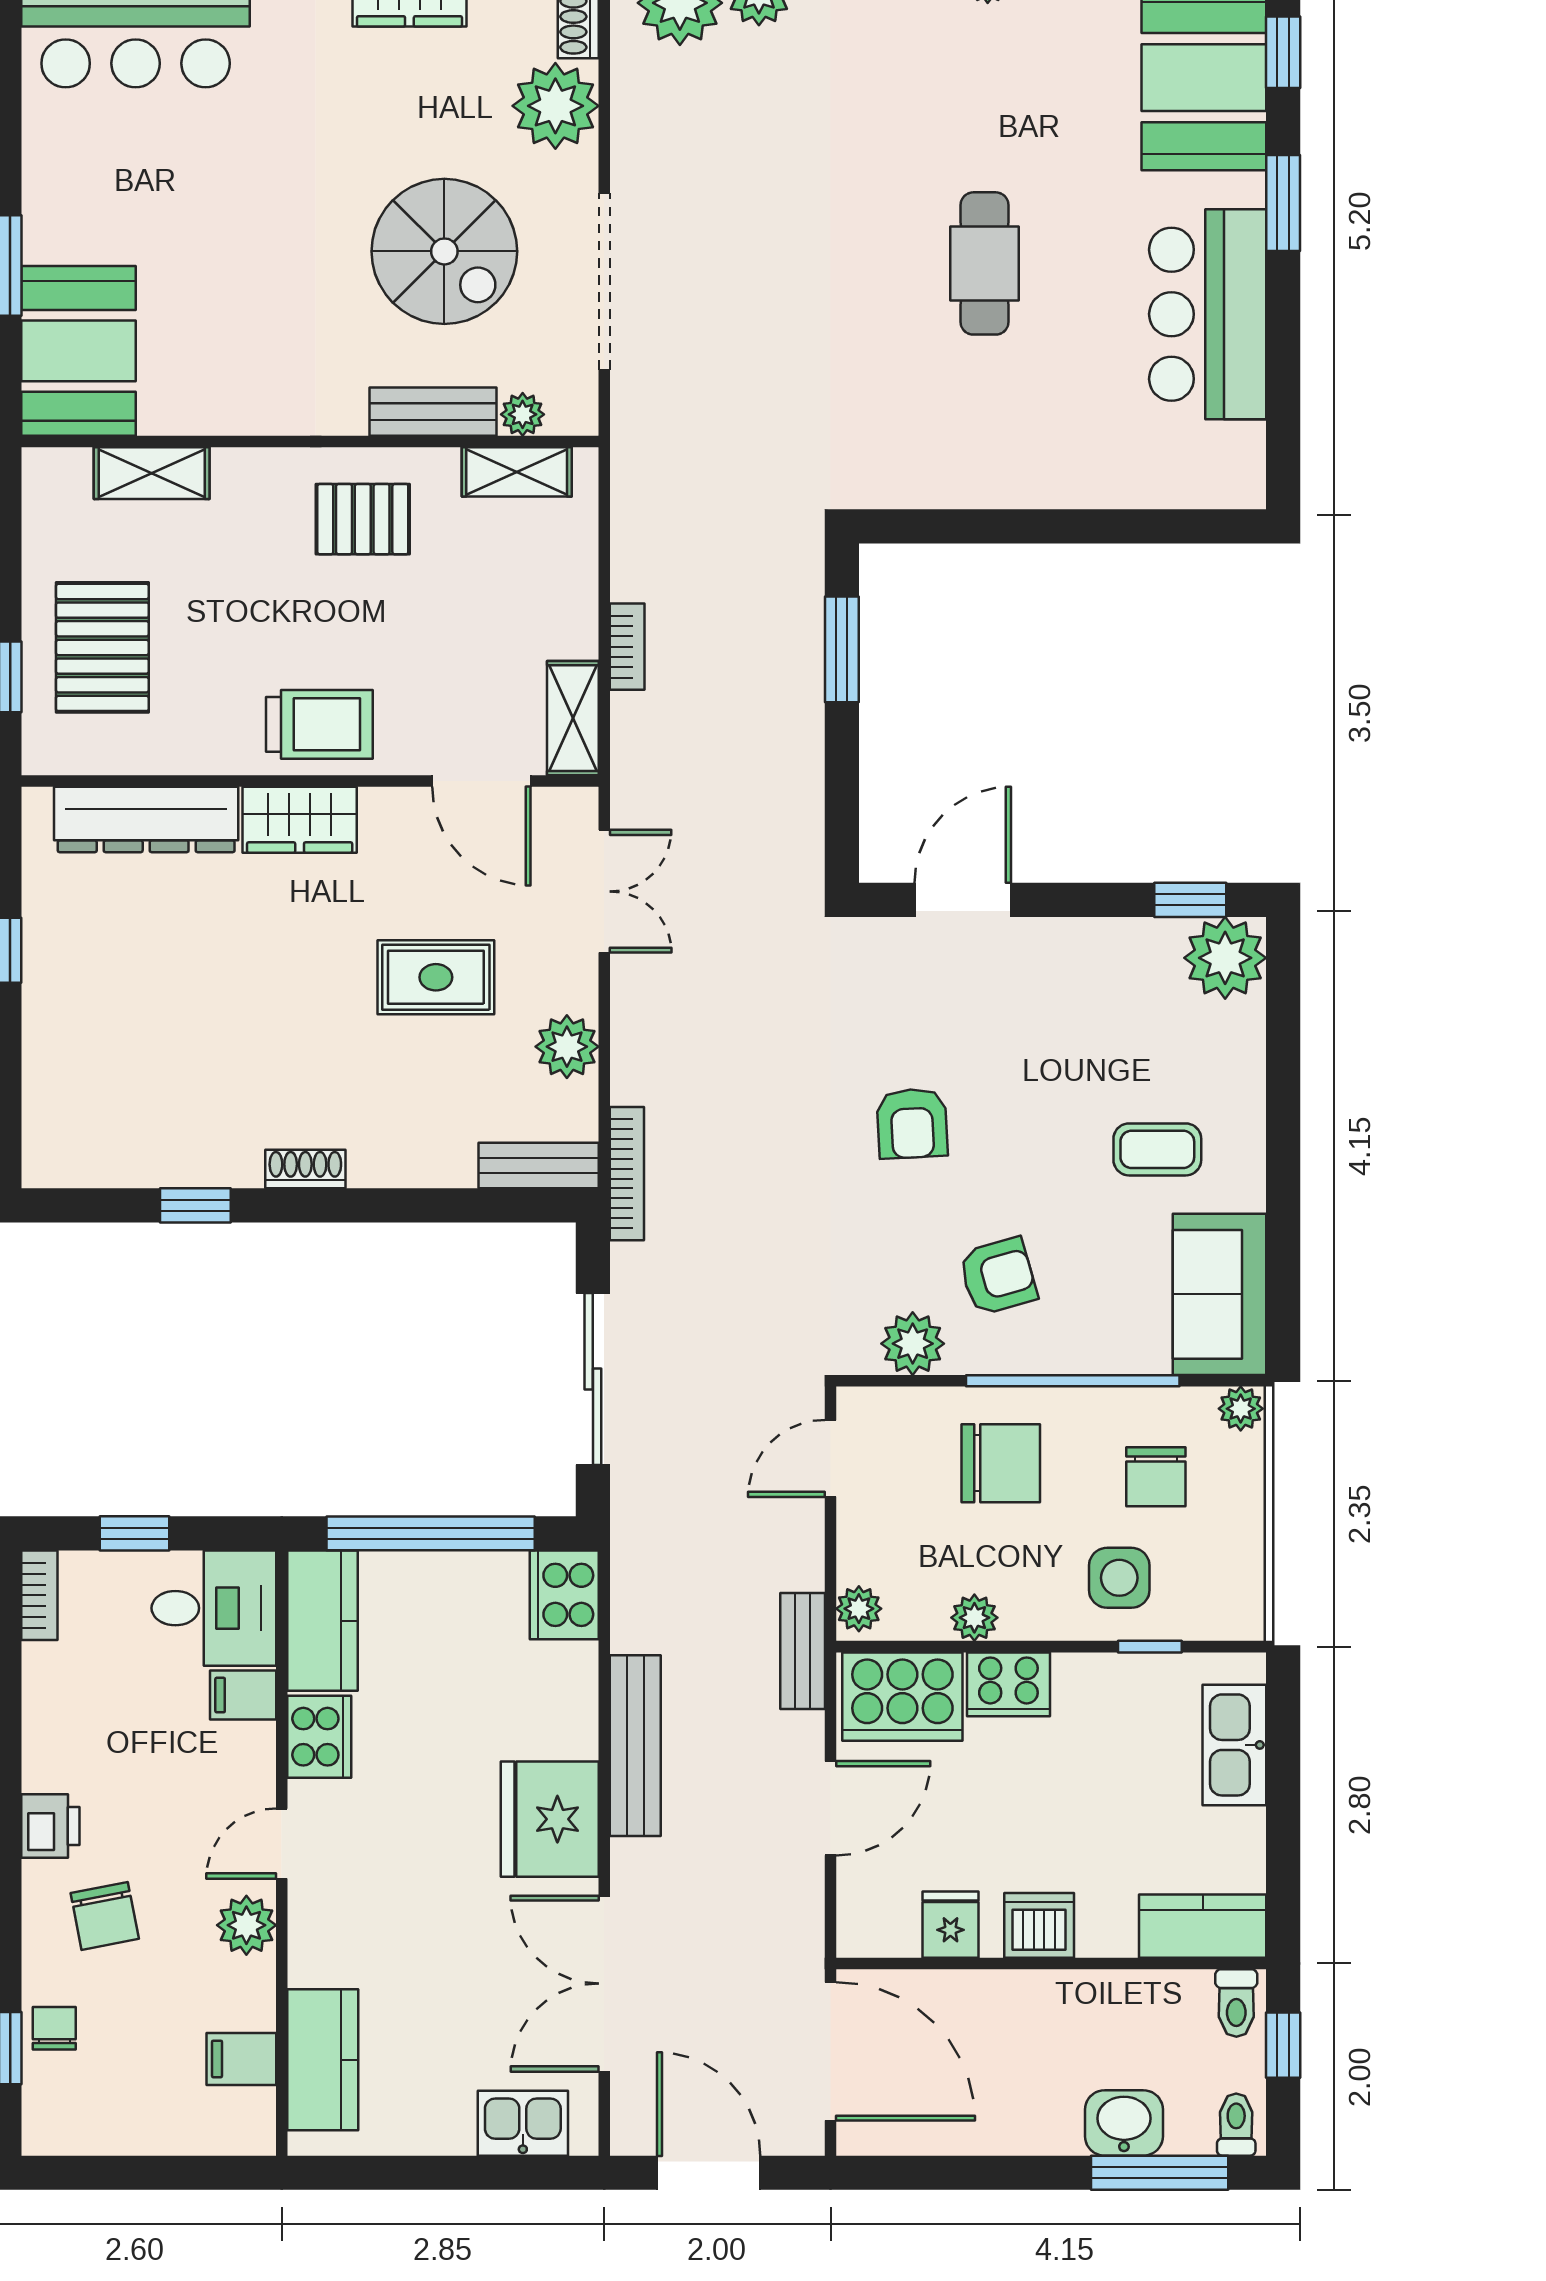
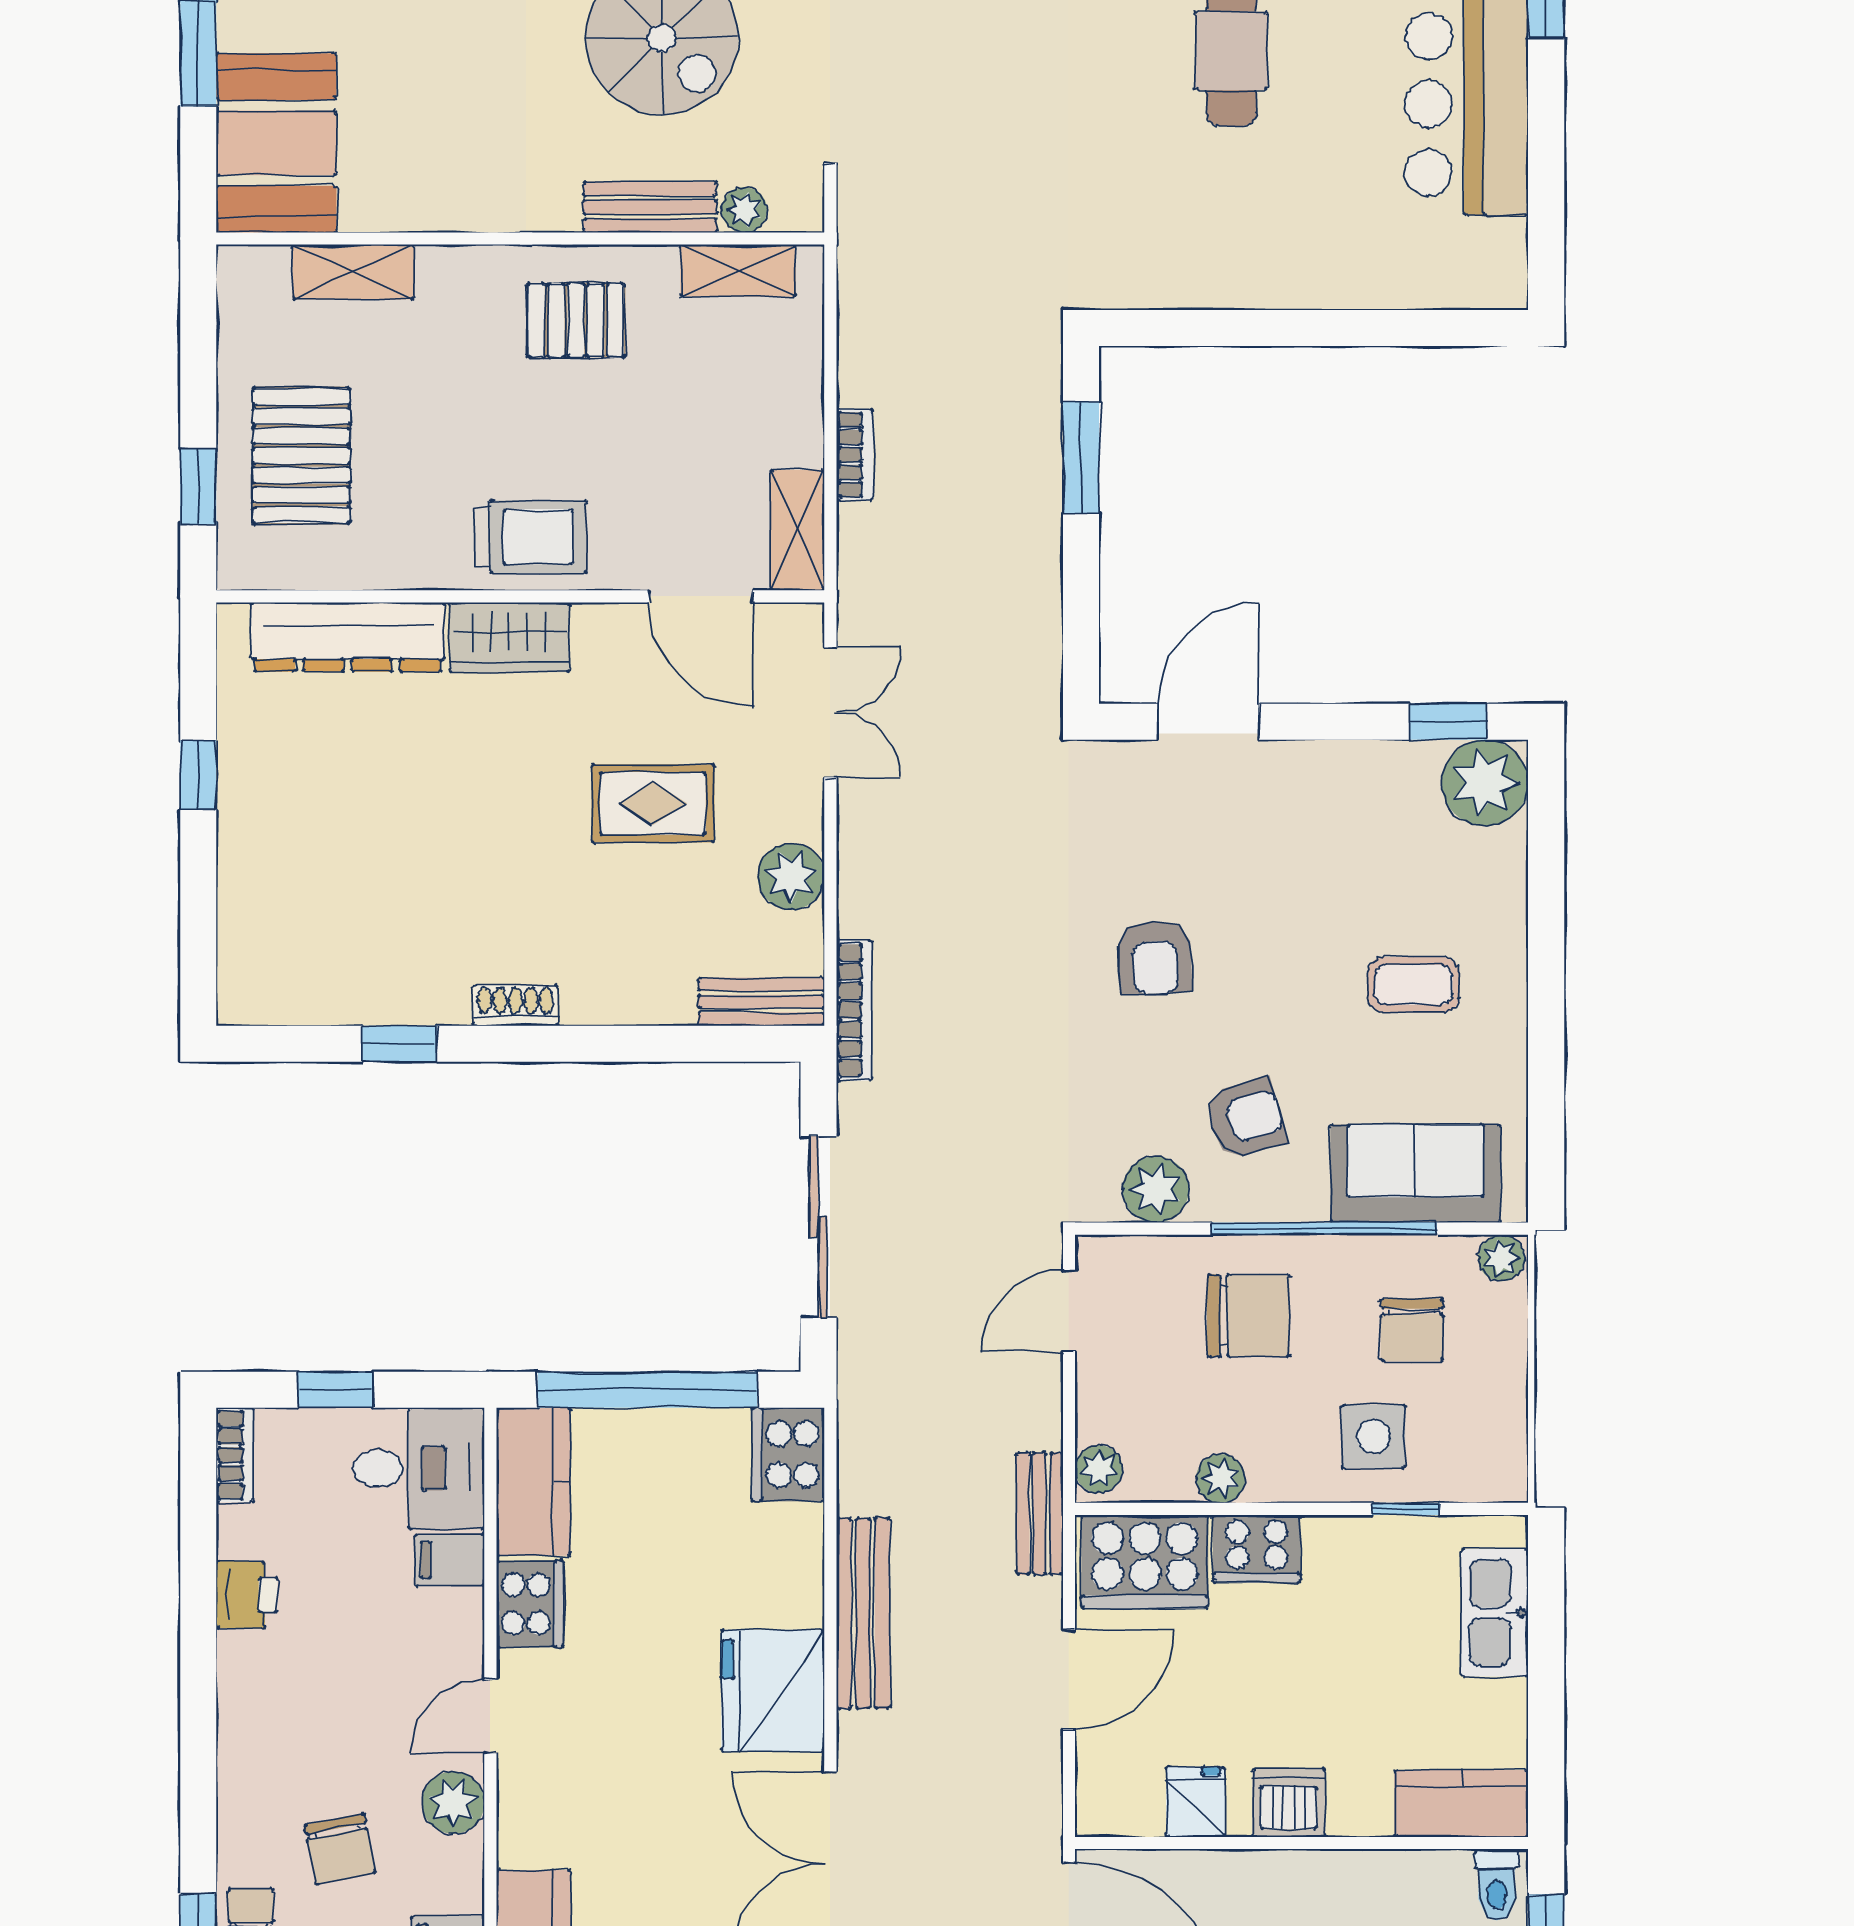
sofa: (1219, 1294) -> (1415, 1173), moved, turned 90
printer: (50, 1826) -> (247, 1595), moved
chair: (105, 1916) -> (340, 1849), moved

